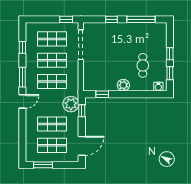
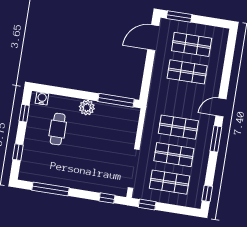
window: (111, 19) -> (107, 198), moved
window: (22, 47) -> (207, 193), moved
window: (170, 54) -> (18, 152), moved
window: (102, 94) -> (116, 100), width x2.17
plant: (71, 104) -> (159, 94), removed
window: (82, 111) -> (146, 83), removed
window: (43, 165) -> (179, 17), moved

